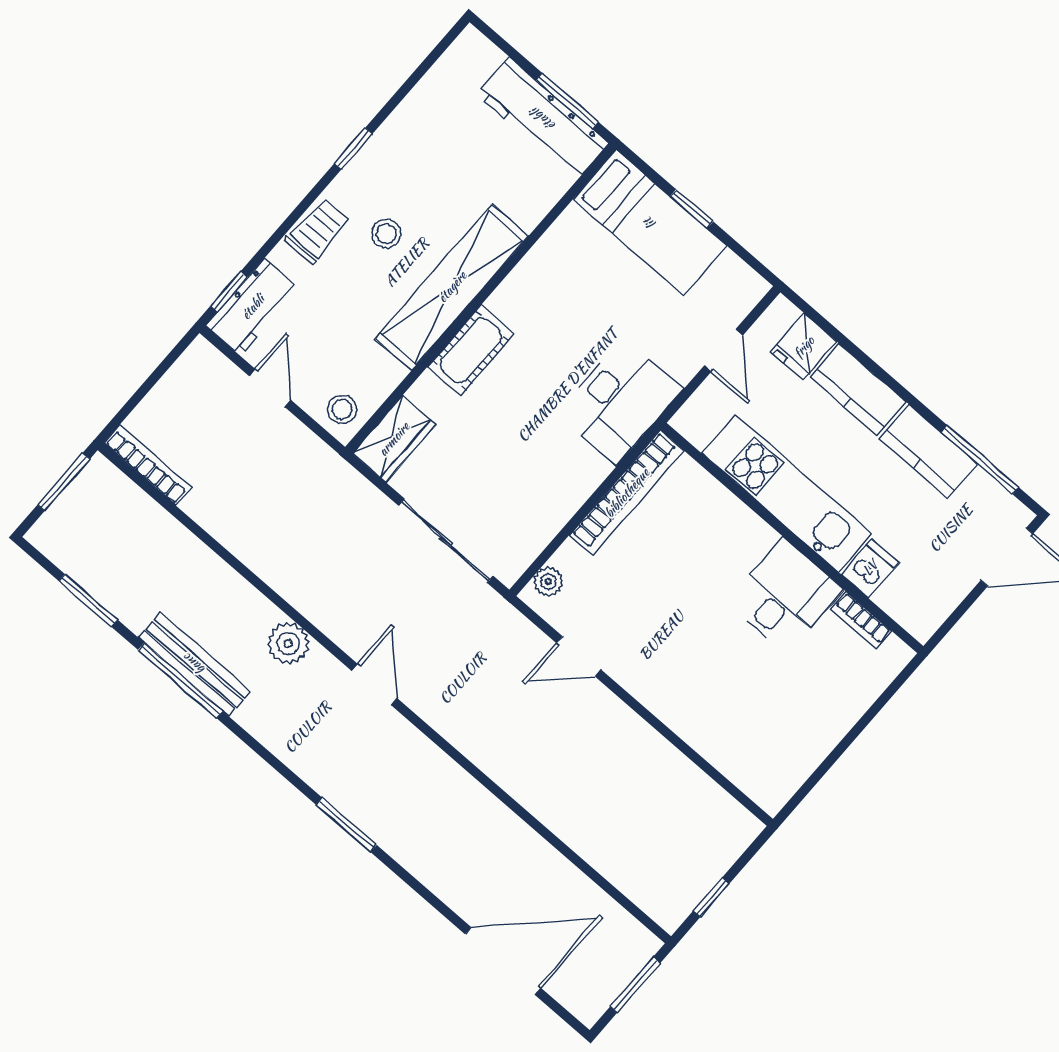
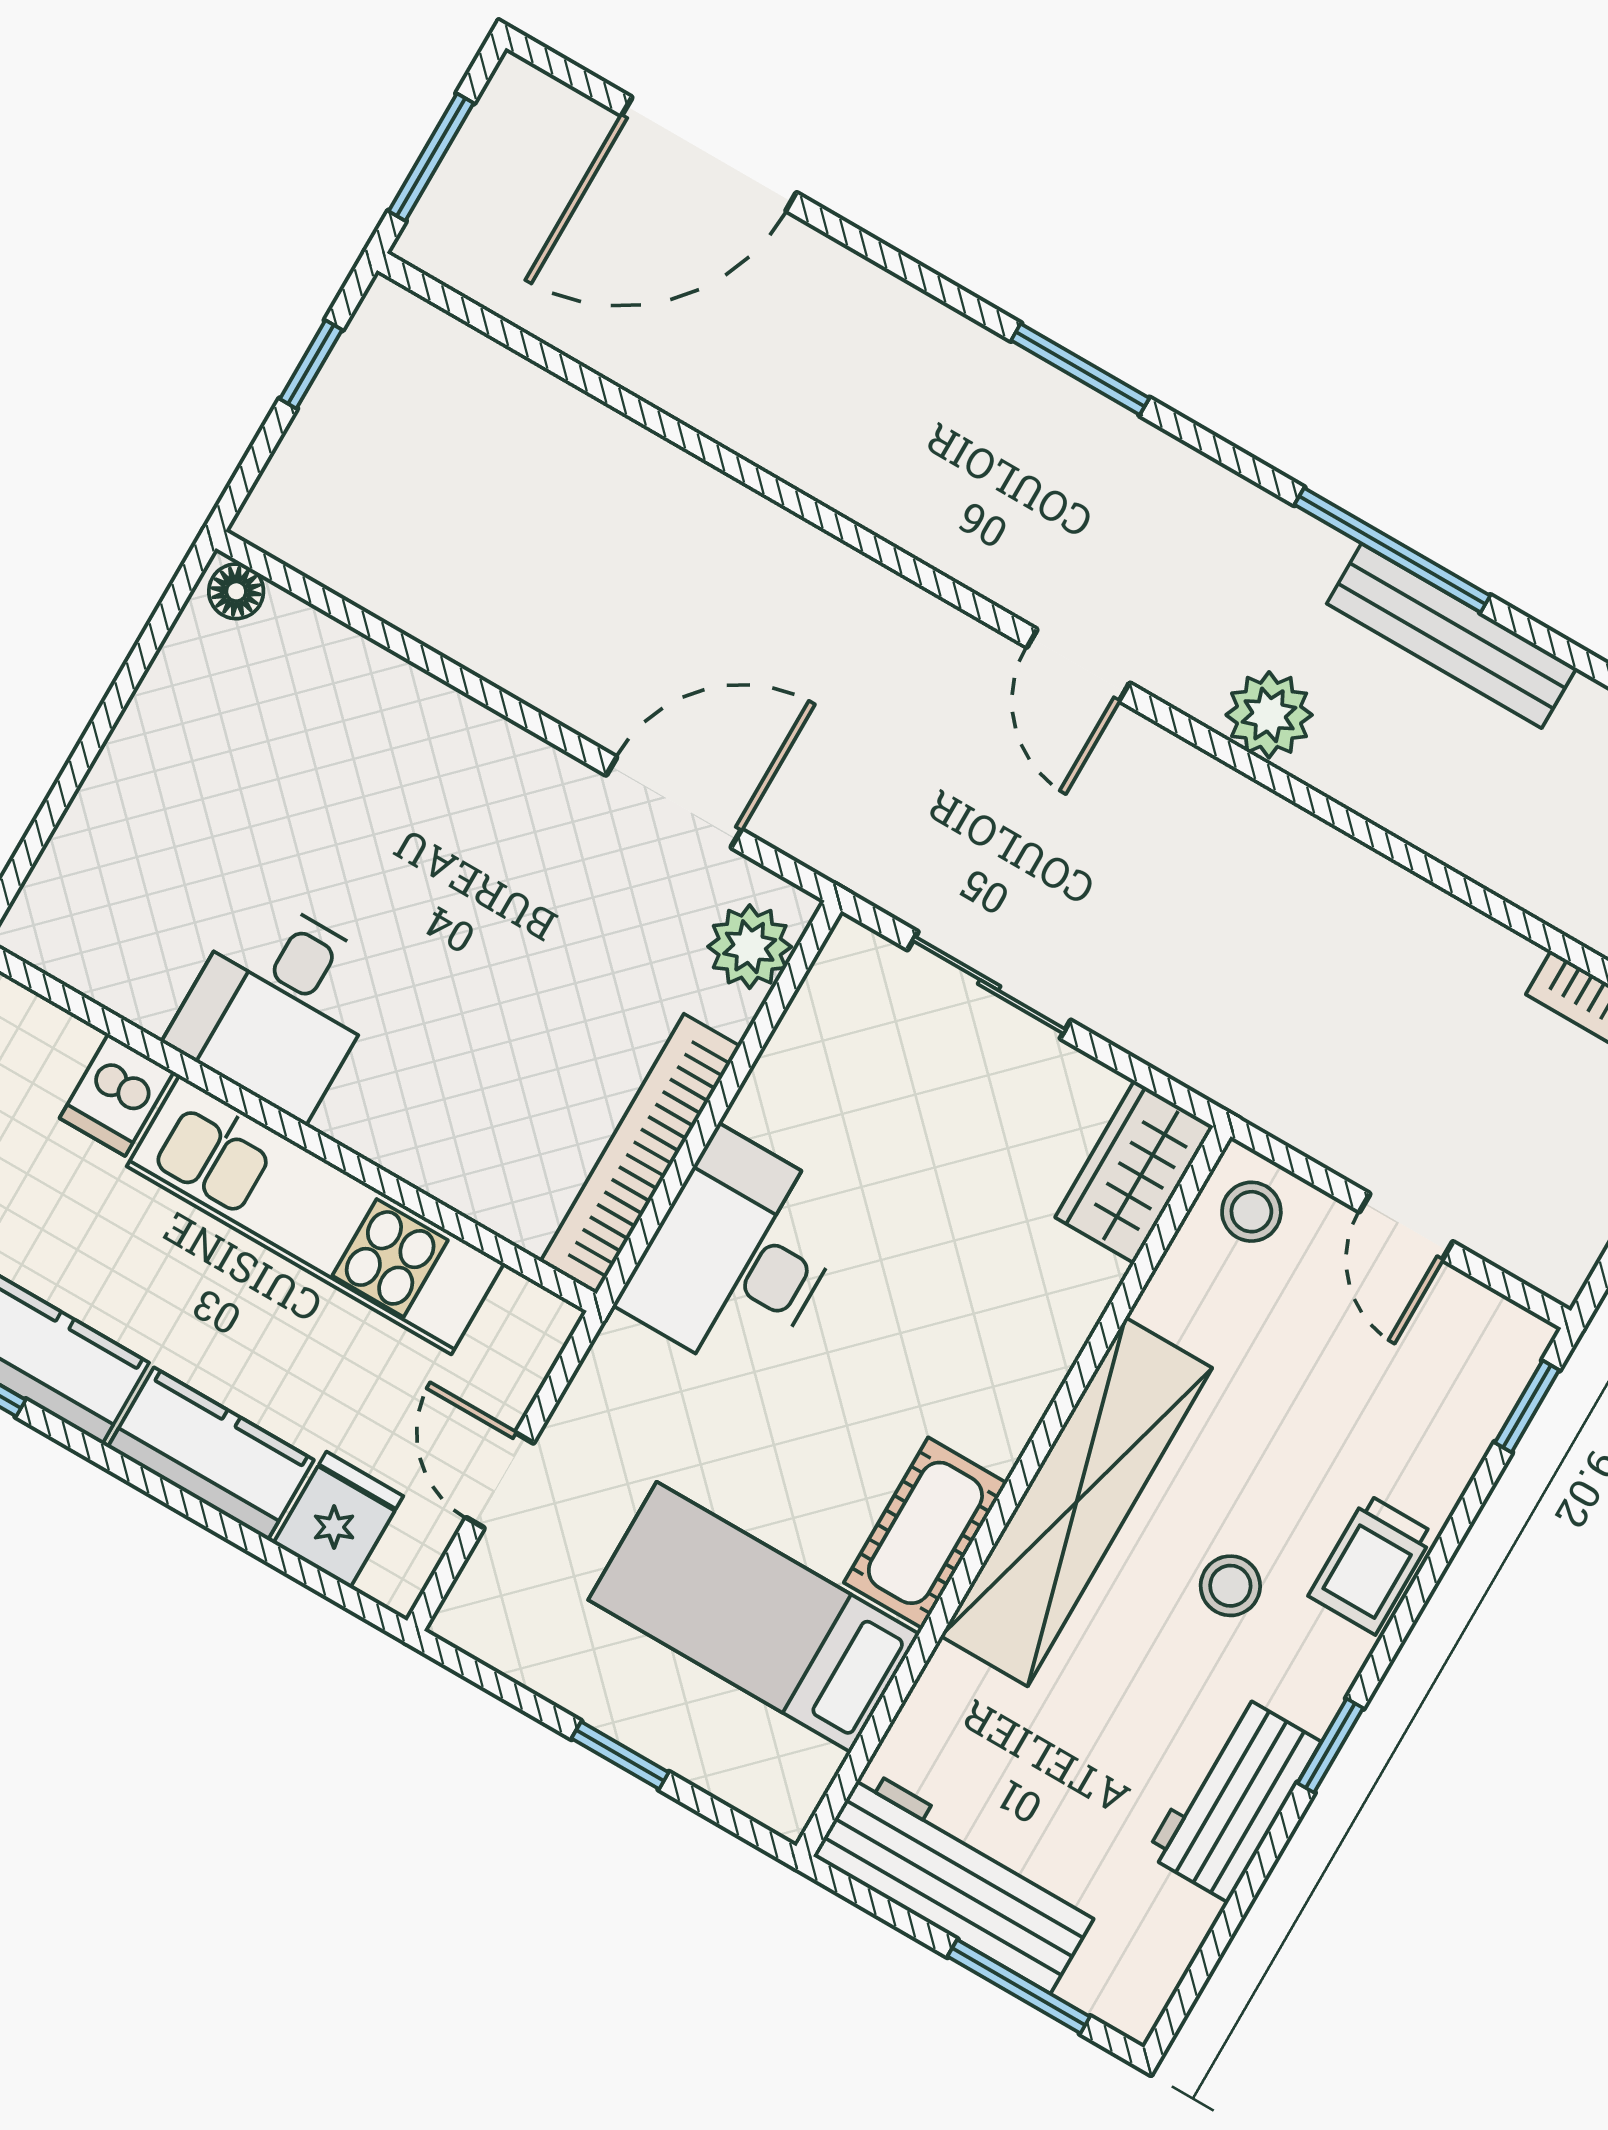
window: (567, 101) -> (1019, 1987), moved
bed: (650, 223) -> (754, 1617), moved
workbench: (253, 307) -> (1233, 1798), moved
cot: (471, 350) -> (925, 1533), moved
desk: (620, 401) -> (737, 1256), moved
sliding door: (446, 541) -> (989, 985), width x0.73
plant: (548, 581) -> (750, 947), width x1.38, depth x1.38
bookcase: (861, 620) -> (115, 986), removed
door: (579, 656) -> (674, 802), width x1.38
window: (180, 681) -> (1392, 550), moved
floor lamp: (767, 797) -> (236, 591), added

